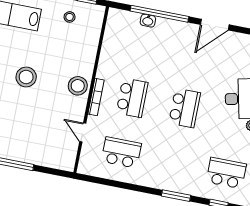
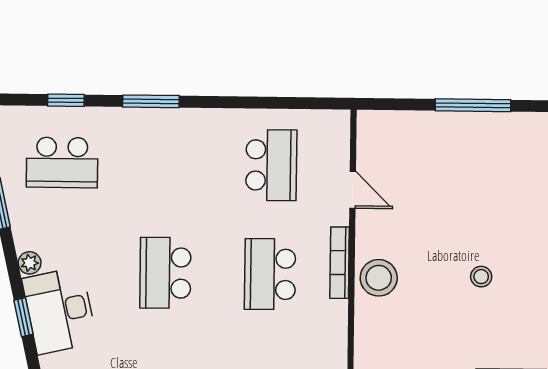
stool: (26, 77) -> (481, 277), width x0.53, depth x0.53
school desk: (121, 152) -> (271, 165), turned -90

